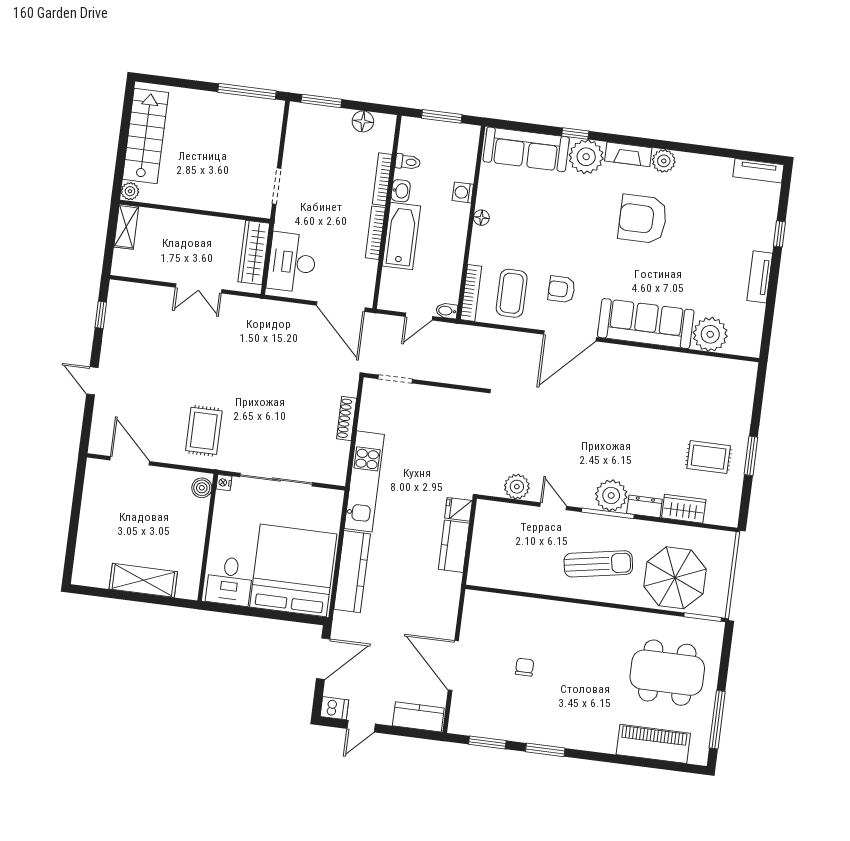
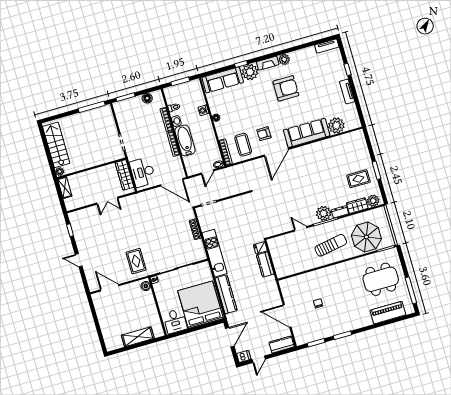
armchair: (643, 219) -> (286, 88), turned 180
plant: (517, 487) -> (373, 201), moved

